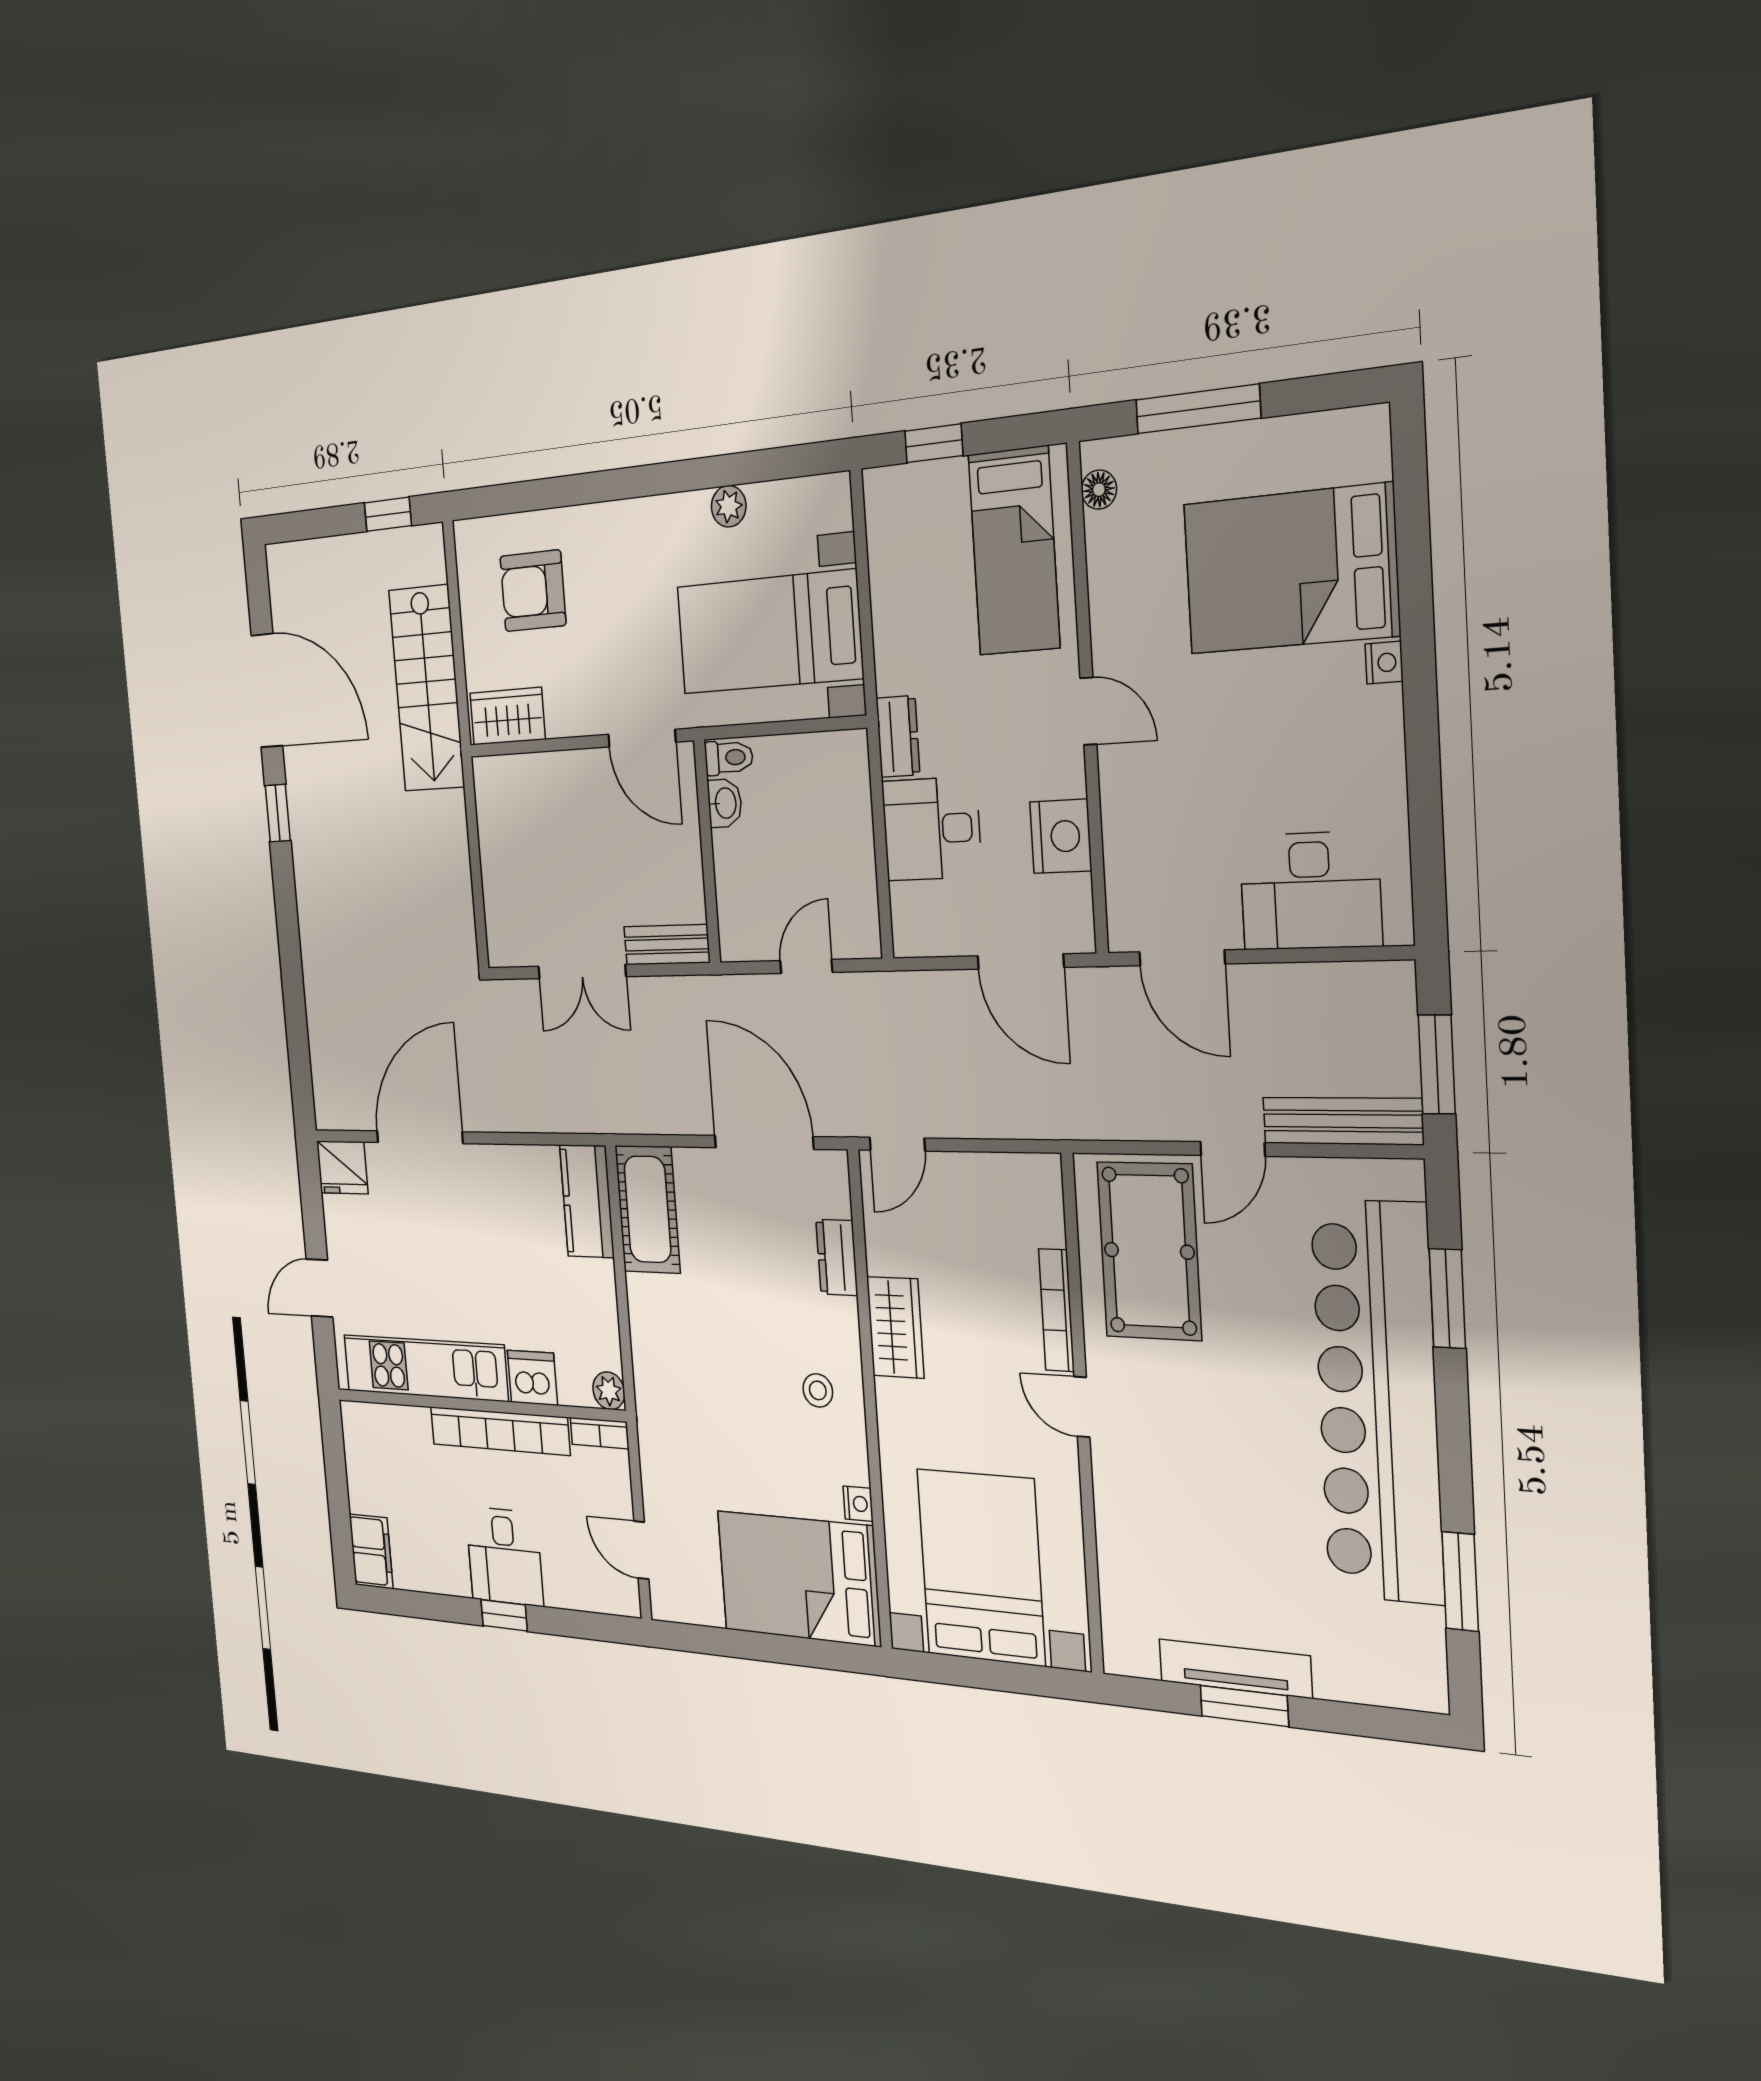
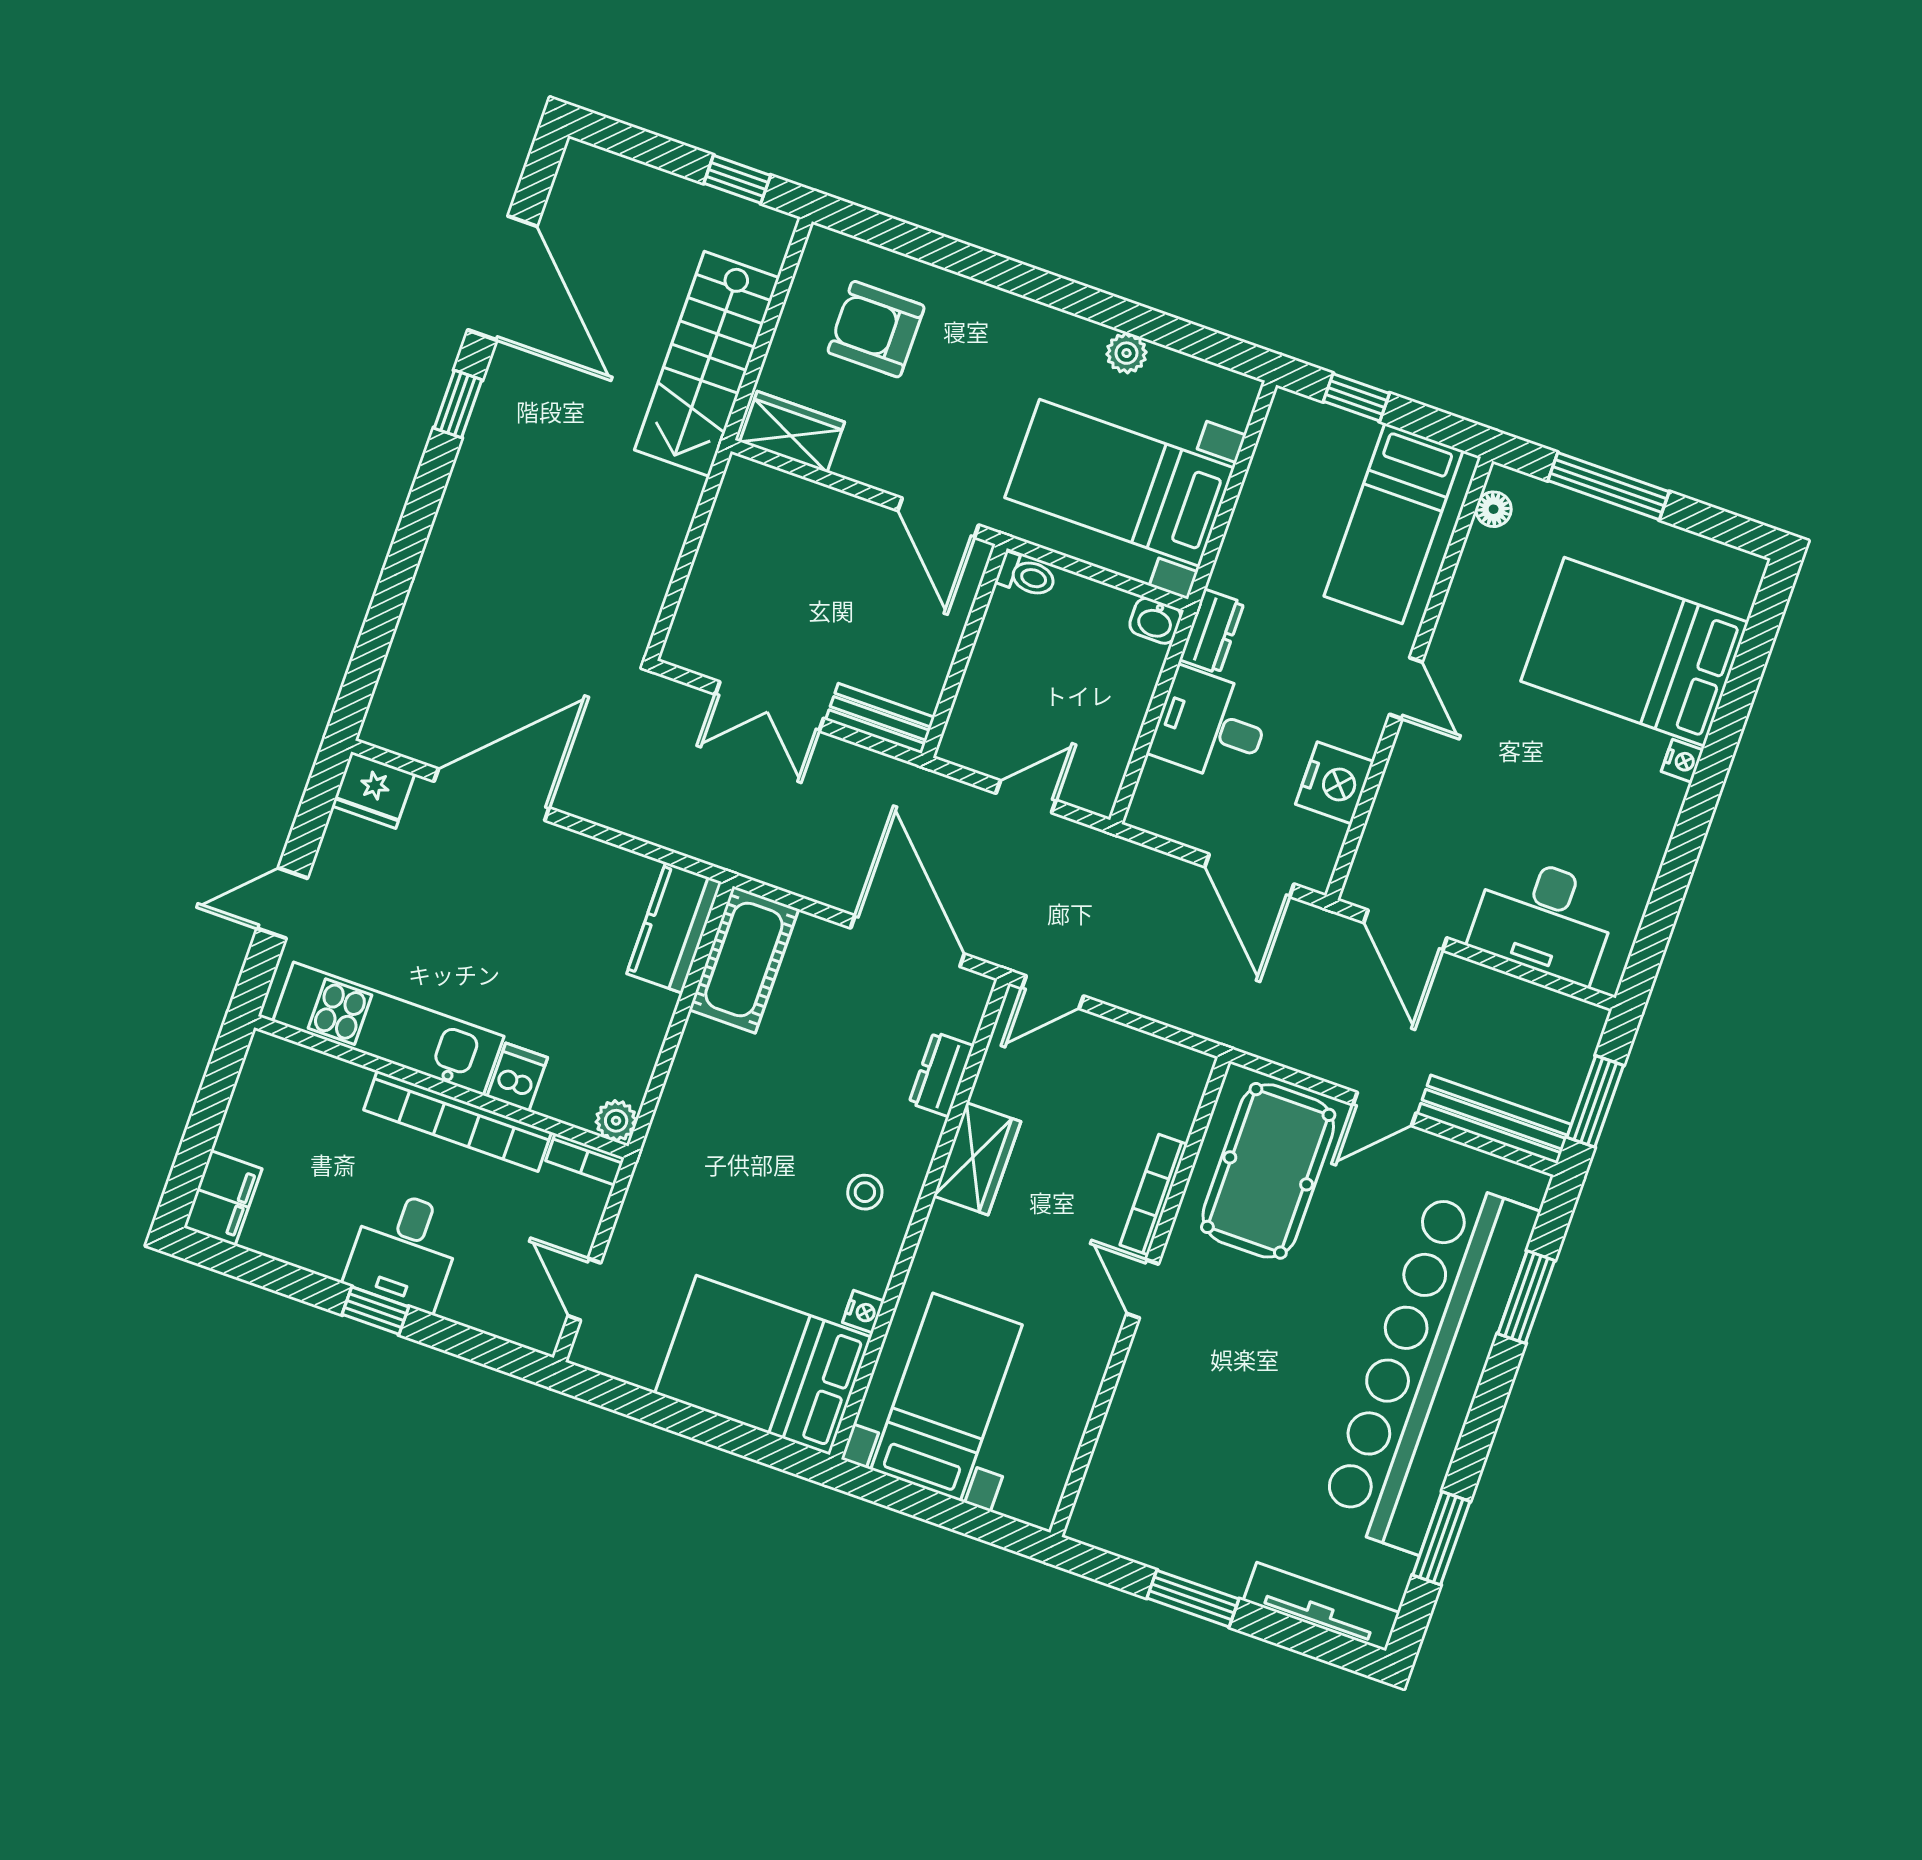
washbasin: (725, 803) -> (1155, 621), moved, turned 90
dishwasher: (532, 1378) -> (517, 1077), width x0.73
bed with nightstands: (981, 1567) -> (947, 1397), width x0.73
tv unit: (1235, 1669) -> (1321, 1607), moved

